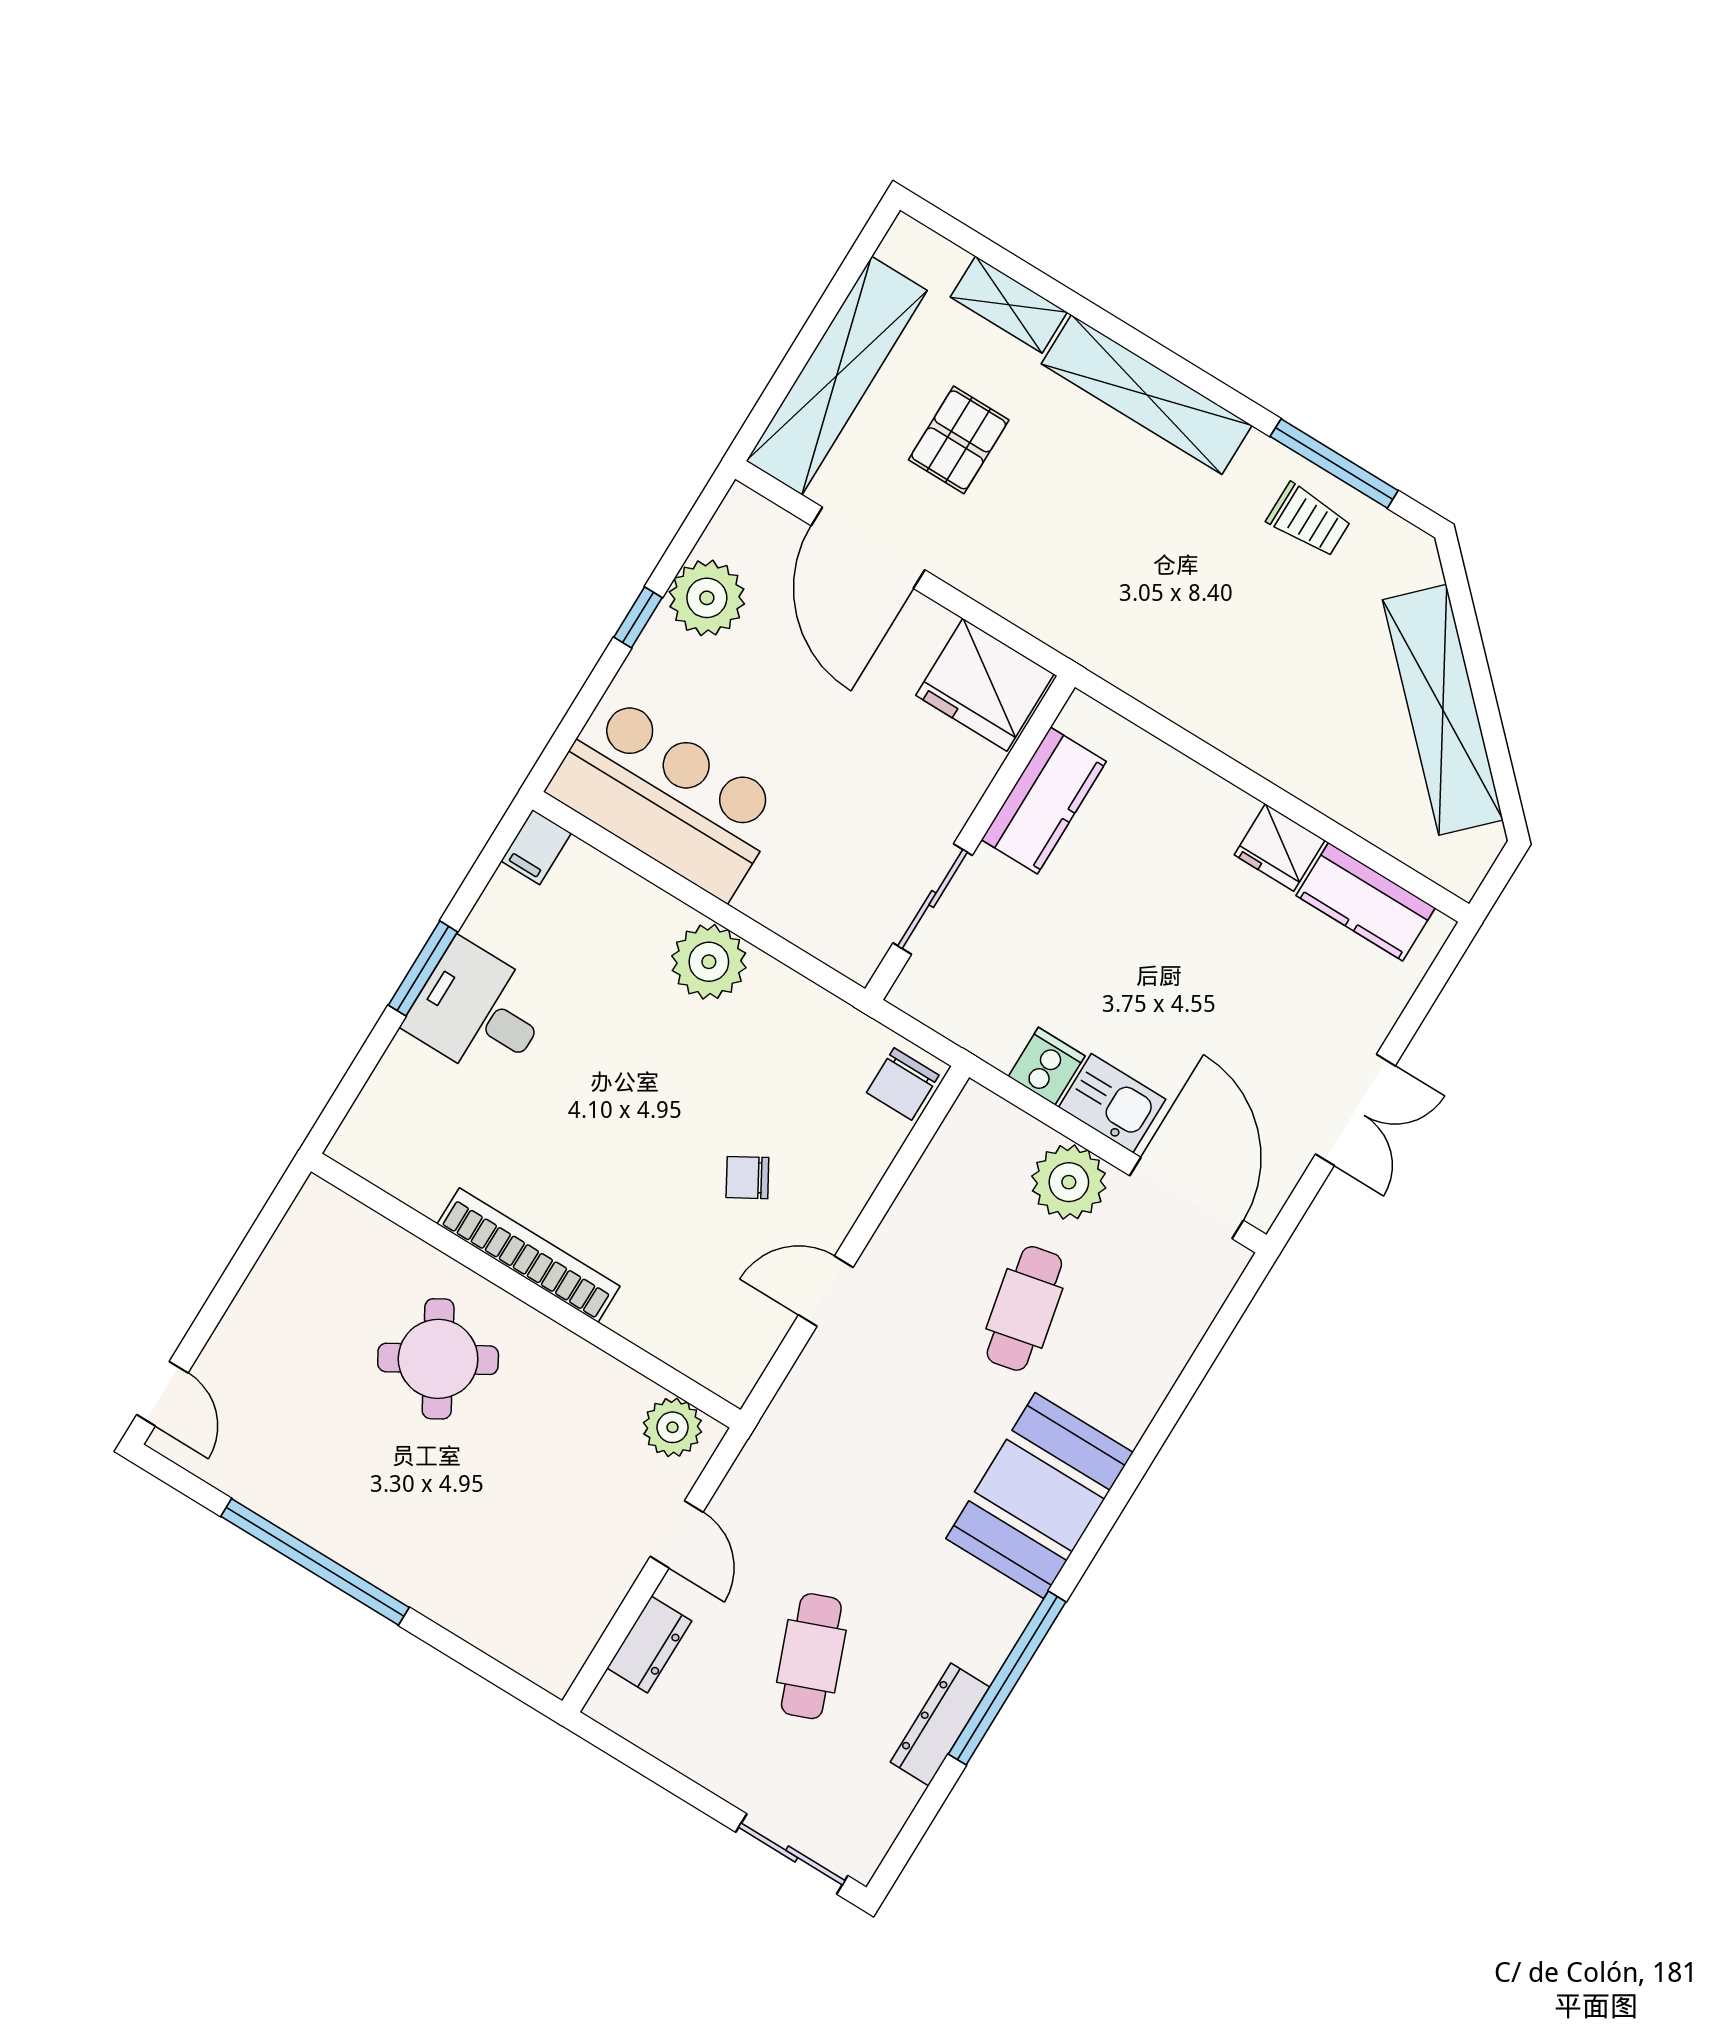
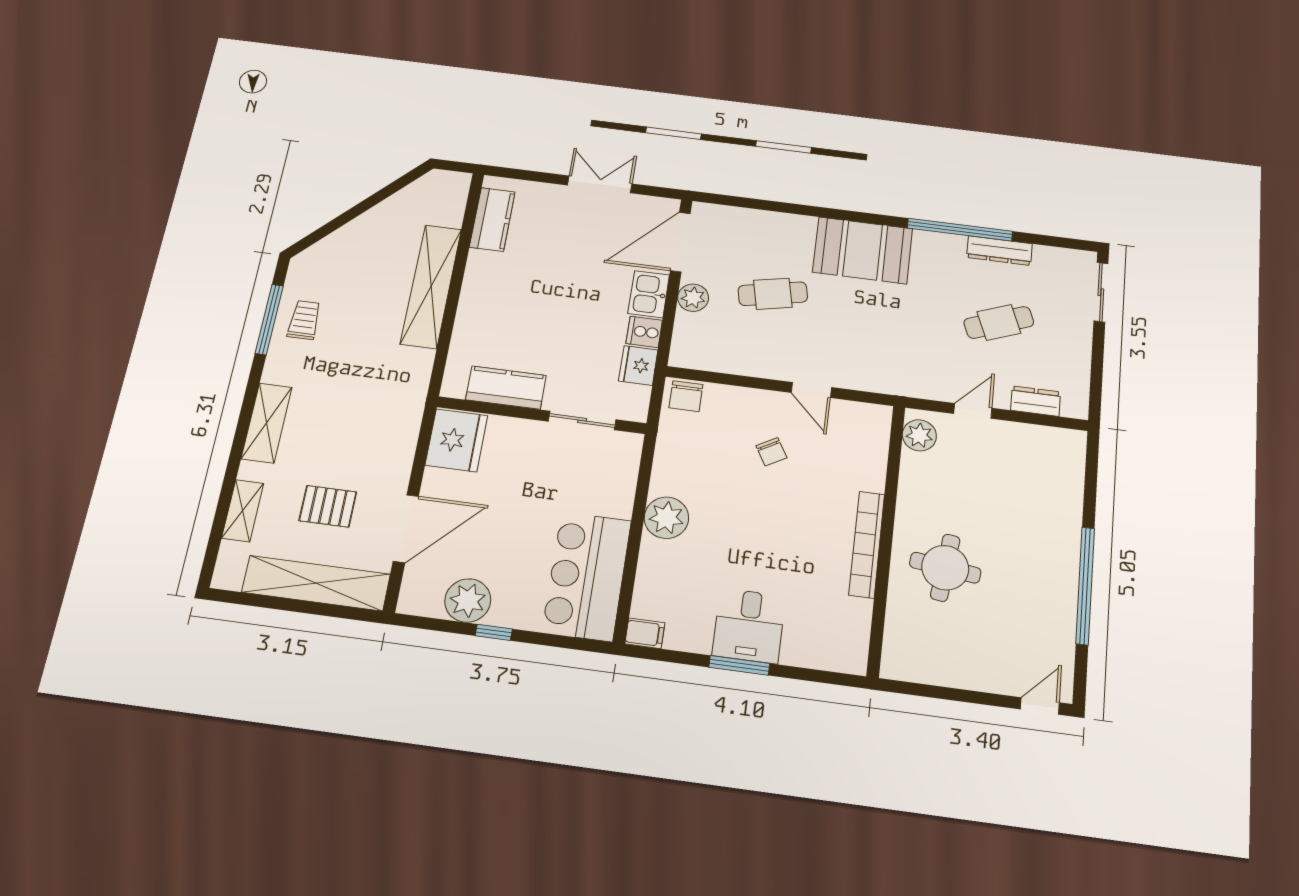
shelving: (1147, 395) -> (267, 423), width x0.68
shelving: (1443, 710) -> (431, 286), moved, turned -45
fridge: (1280, 847) -> (638, 365), moved, turned 180
chair: (903, 1084) -> (686, 396), turned 90
plant: (1069, 1182) -> (693, 298), width x0.73, depth x0.73
round table: (438, 1359) -> (945, 568), turned 37

